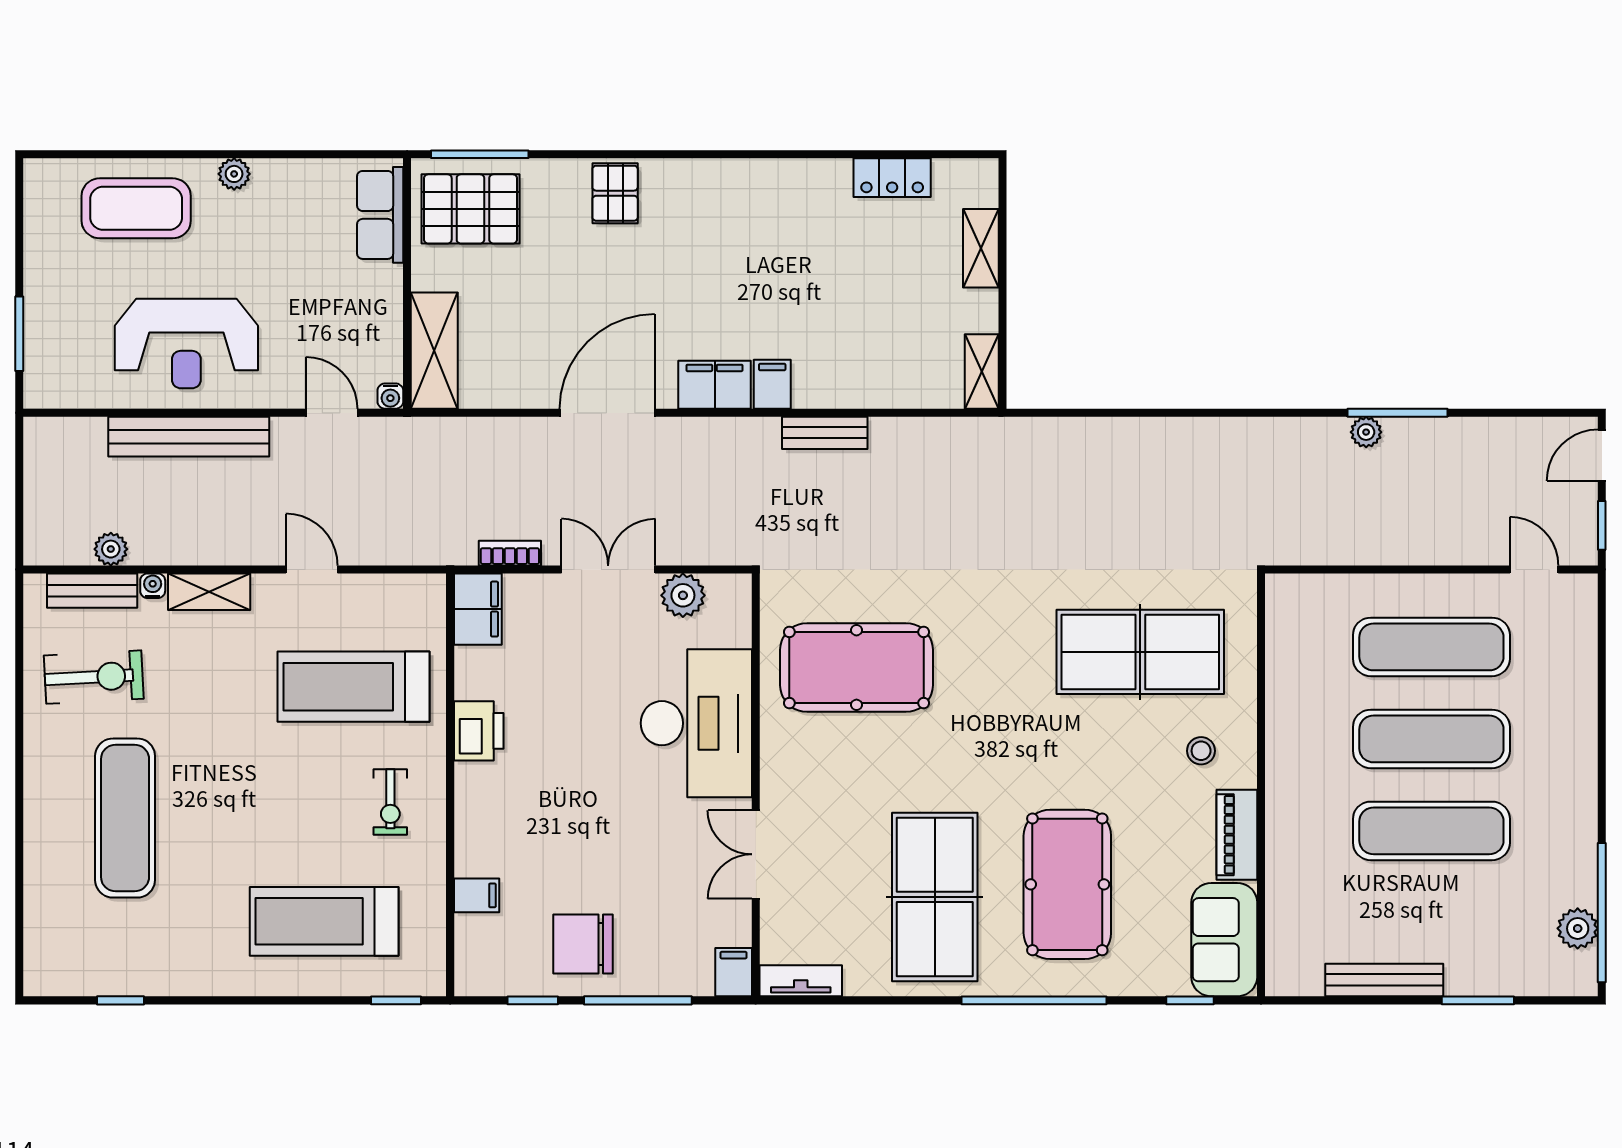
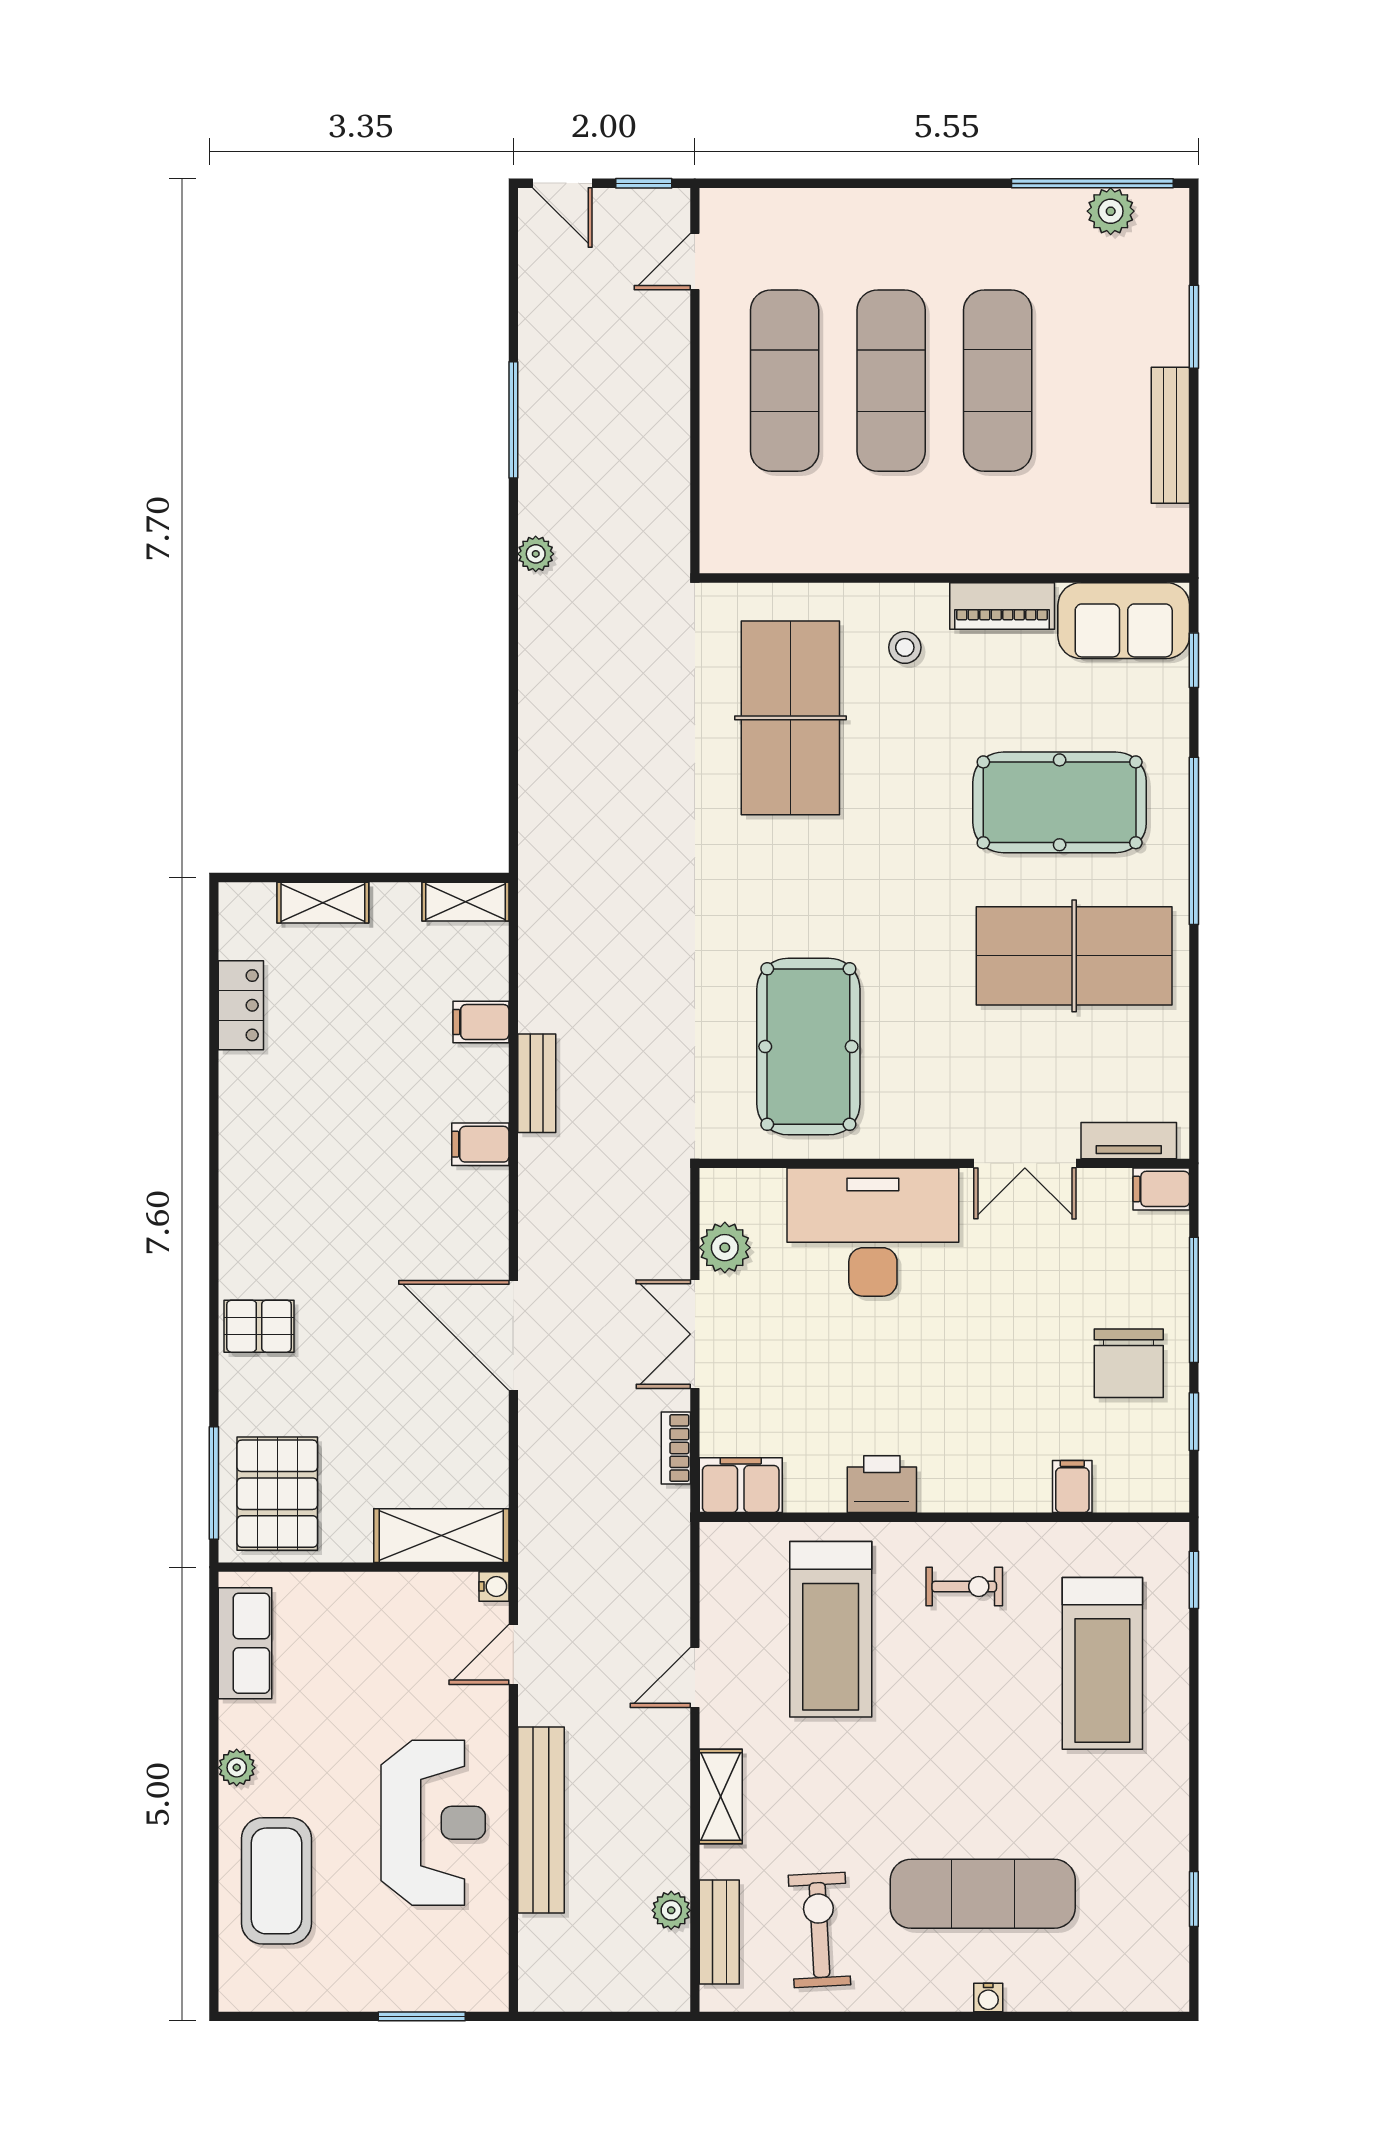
row of seats: (380, 215) -> (245, 1643), moved, turned -90
filing cabinet: (715, 385) -> (481, 1022), moved, width x0.50
plant: (1366, 432) -> (536, 554), moved
water cooler: (153, 586) -> (988, 1997), moved, turned -90
tv unit: (801, 981) -> (1129, 1141), moved, turned 90

